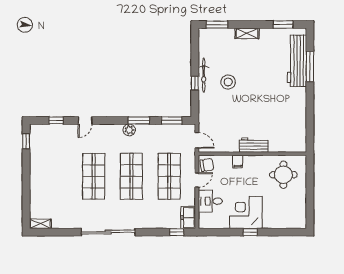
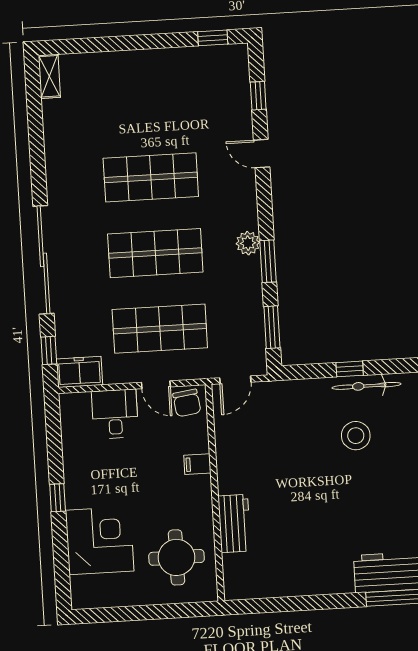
workbench: (254, 145) -> (234, 524), moved
corner desk: (246, 212) -> (100, 541), moved
sliding door: (108, 232) -> (43, 260), moved

